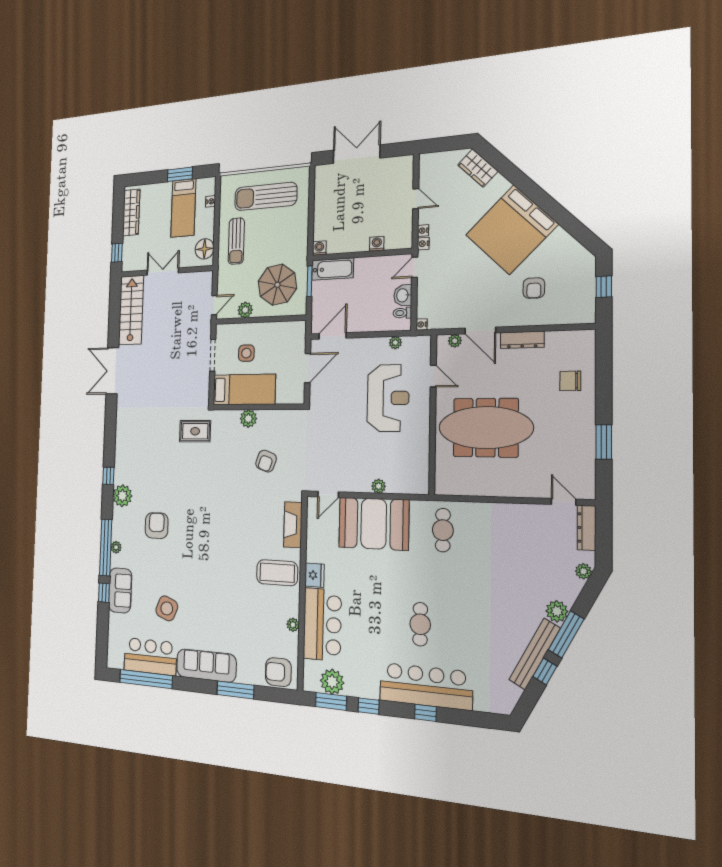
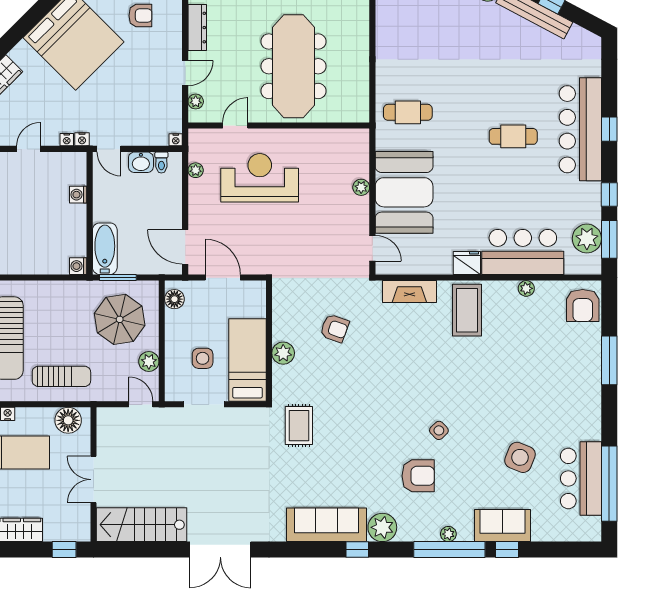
floor lamp: (292, 329) -> (174, 299), added
door: (480, 331) -> (185, 73), width x0.73
armchair: (157, 526) -> (418, 476), turned 180
side table: (188, 544) -> (439, 430), added
sofa: (206, 666) -> (327, 525), moved, turned 90

